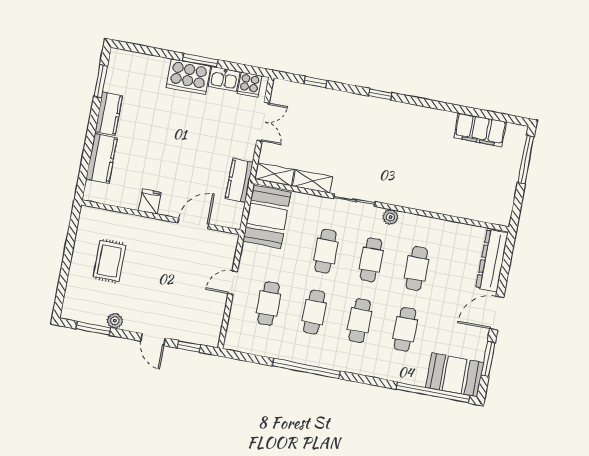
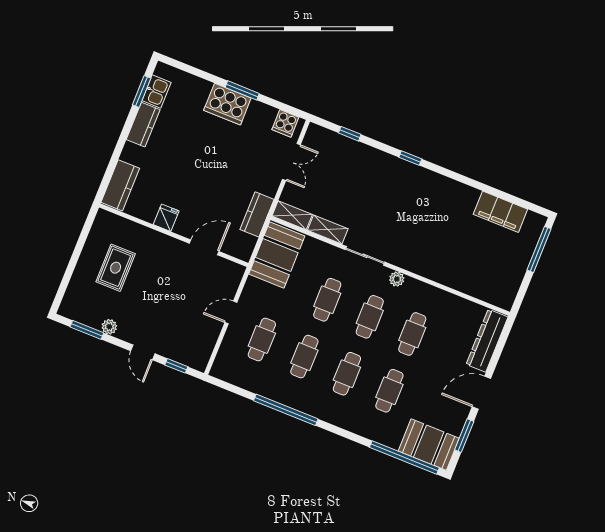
kitchen sink: (224, 79) -> (156, 91), moved, turned -90
kitchen counter: (102, 158) -> (120, 185), moved

